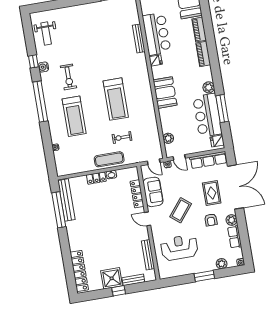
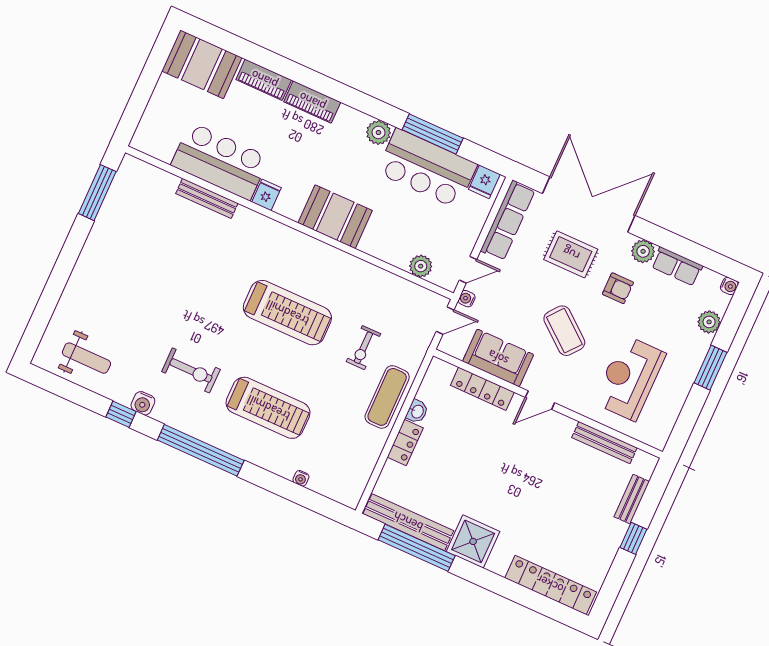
shower: (112, 278) -> (473, 541), moved

